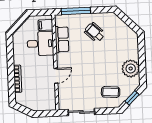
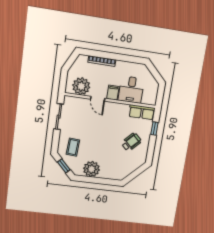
window: (76, 11) -> (154, 128), width x0.46
filing cabinet: (45, 25) -> (113, 93), moved
row of seats: (62, 39) -> (142, 112), moved
plant: (47, 95) -> (81, 86), added

